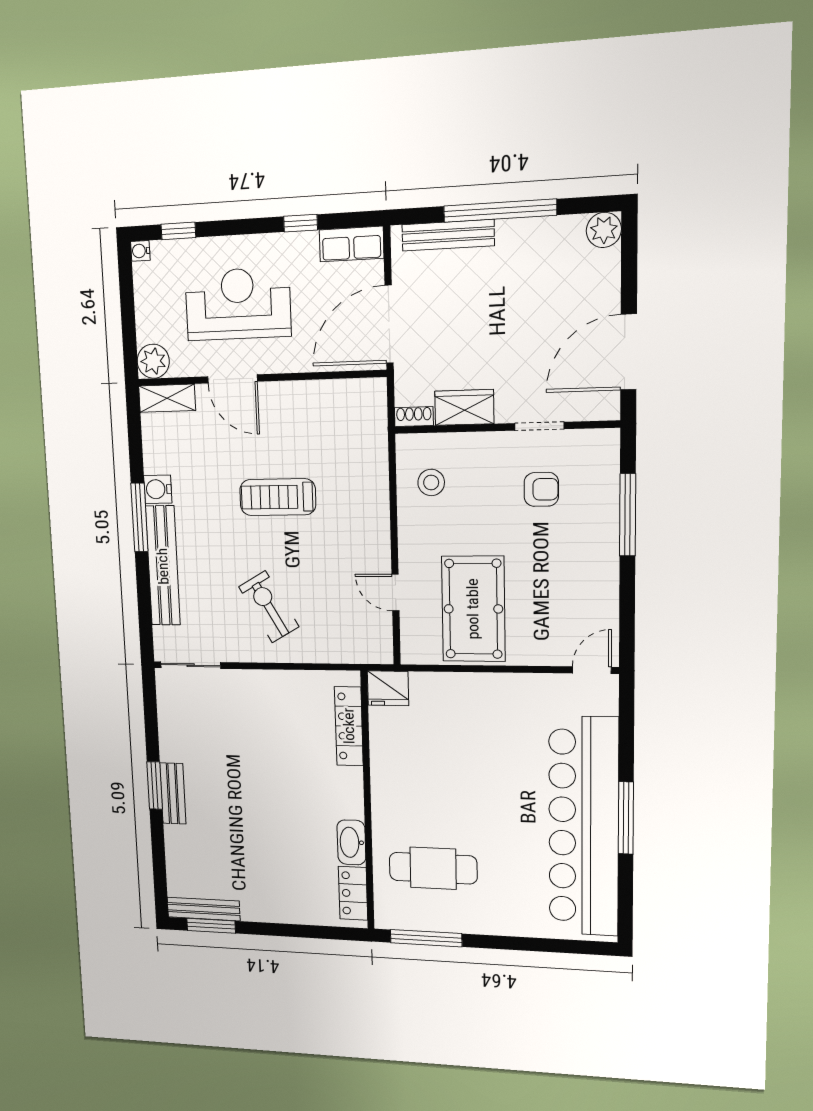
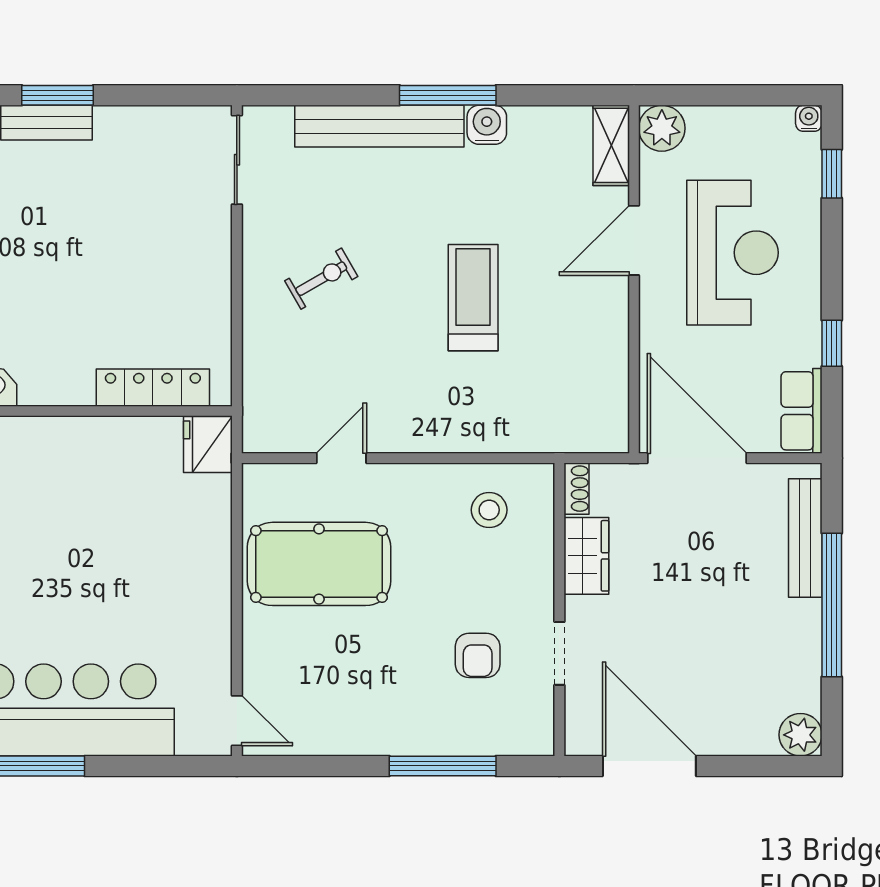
exercise bike: (269, 607) -> (321, 279), width x0.73, depth x0.72

